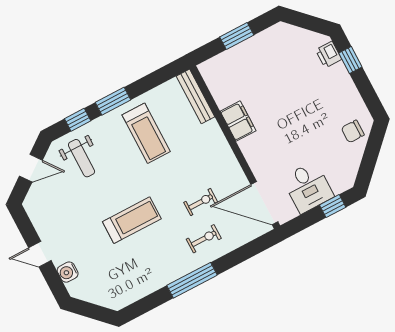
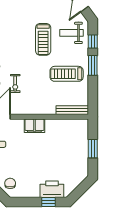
printer: (329, 55) -> (52, 189), width x1.87, depth x1.48
filing cabinet: (238, 121) -> (34, 126), moved
treadmill: (132, 220) -> (43, 39), moved

